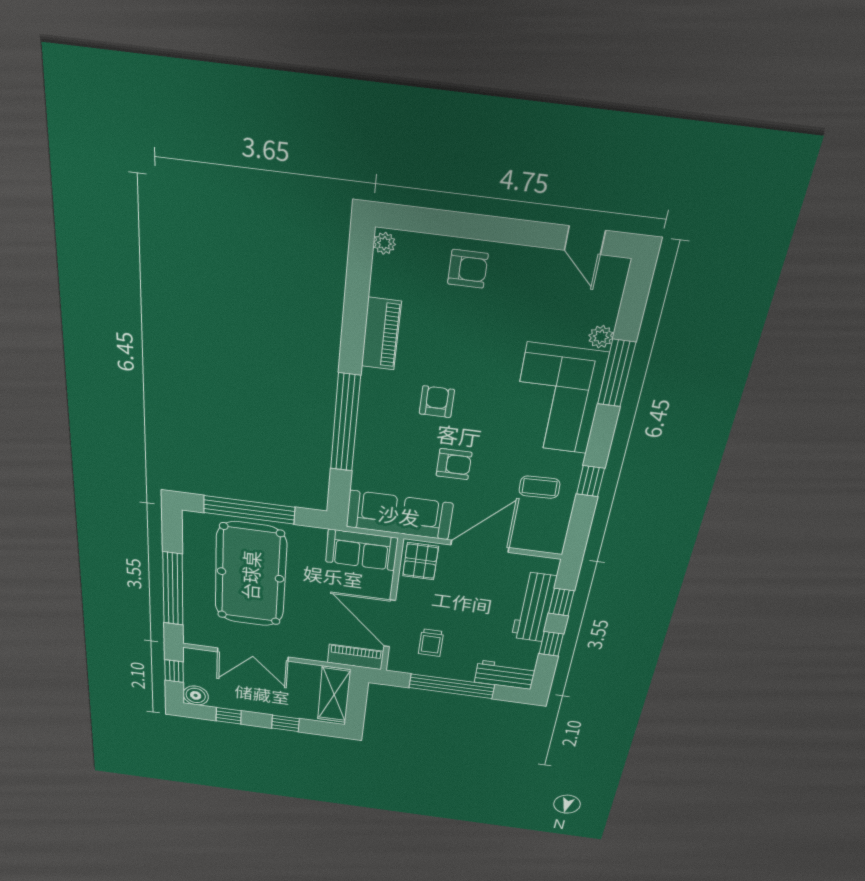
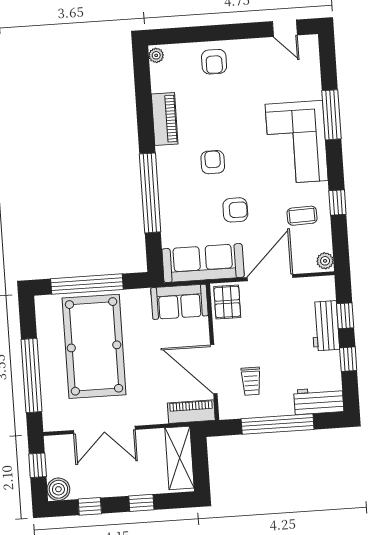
armchair: (468, 269) -> (214, 62), turned 90
plant: (601, 337) -> (325, 261), moved
workbench: (534, 607) -> (325, 326), width x0.73

